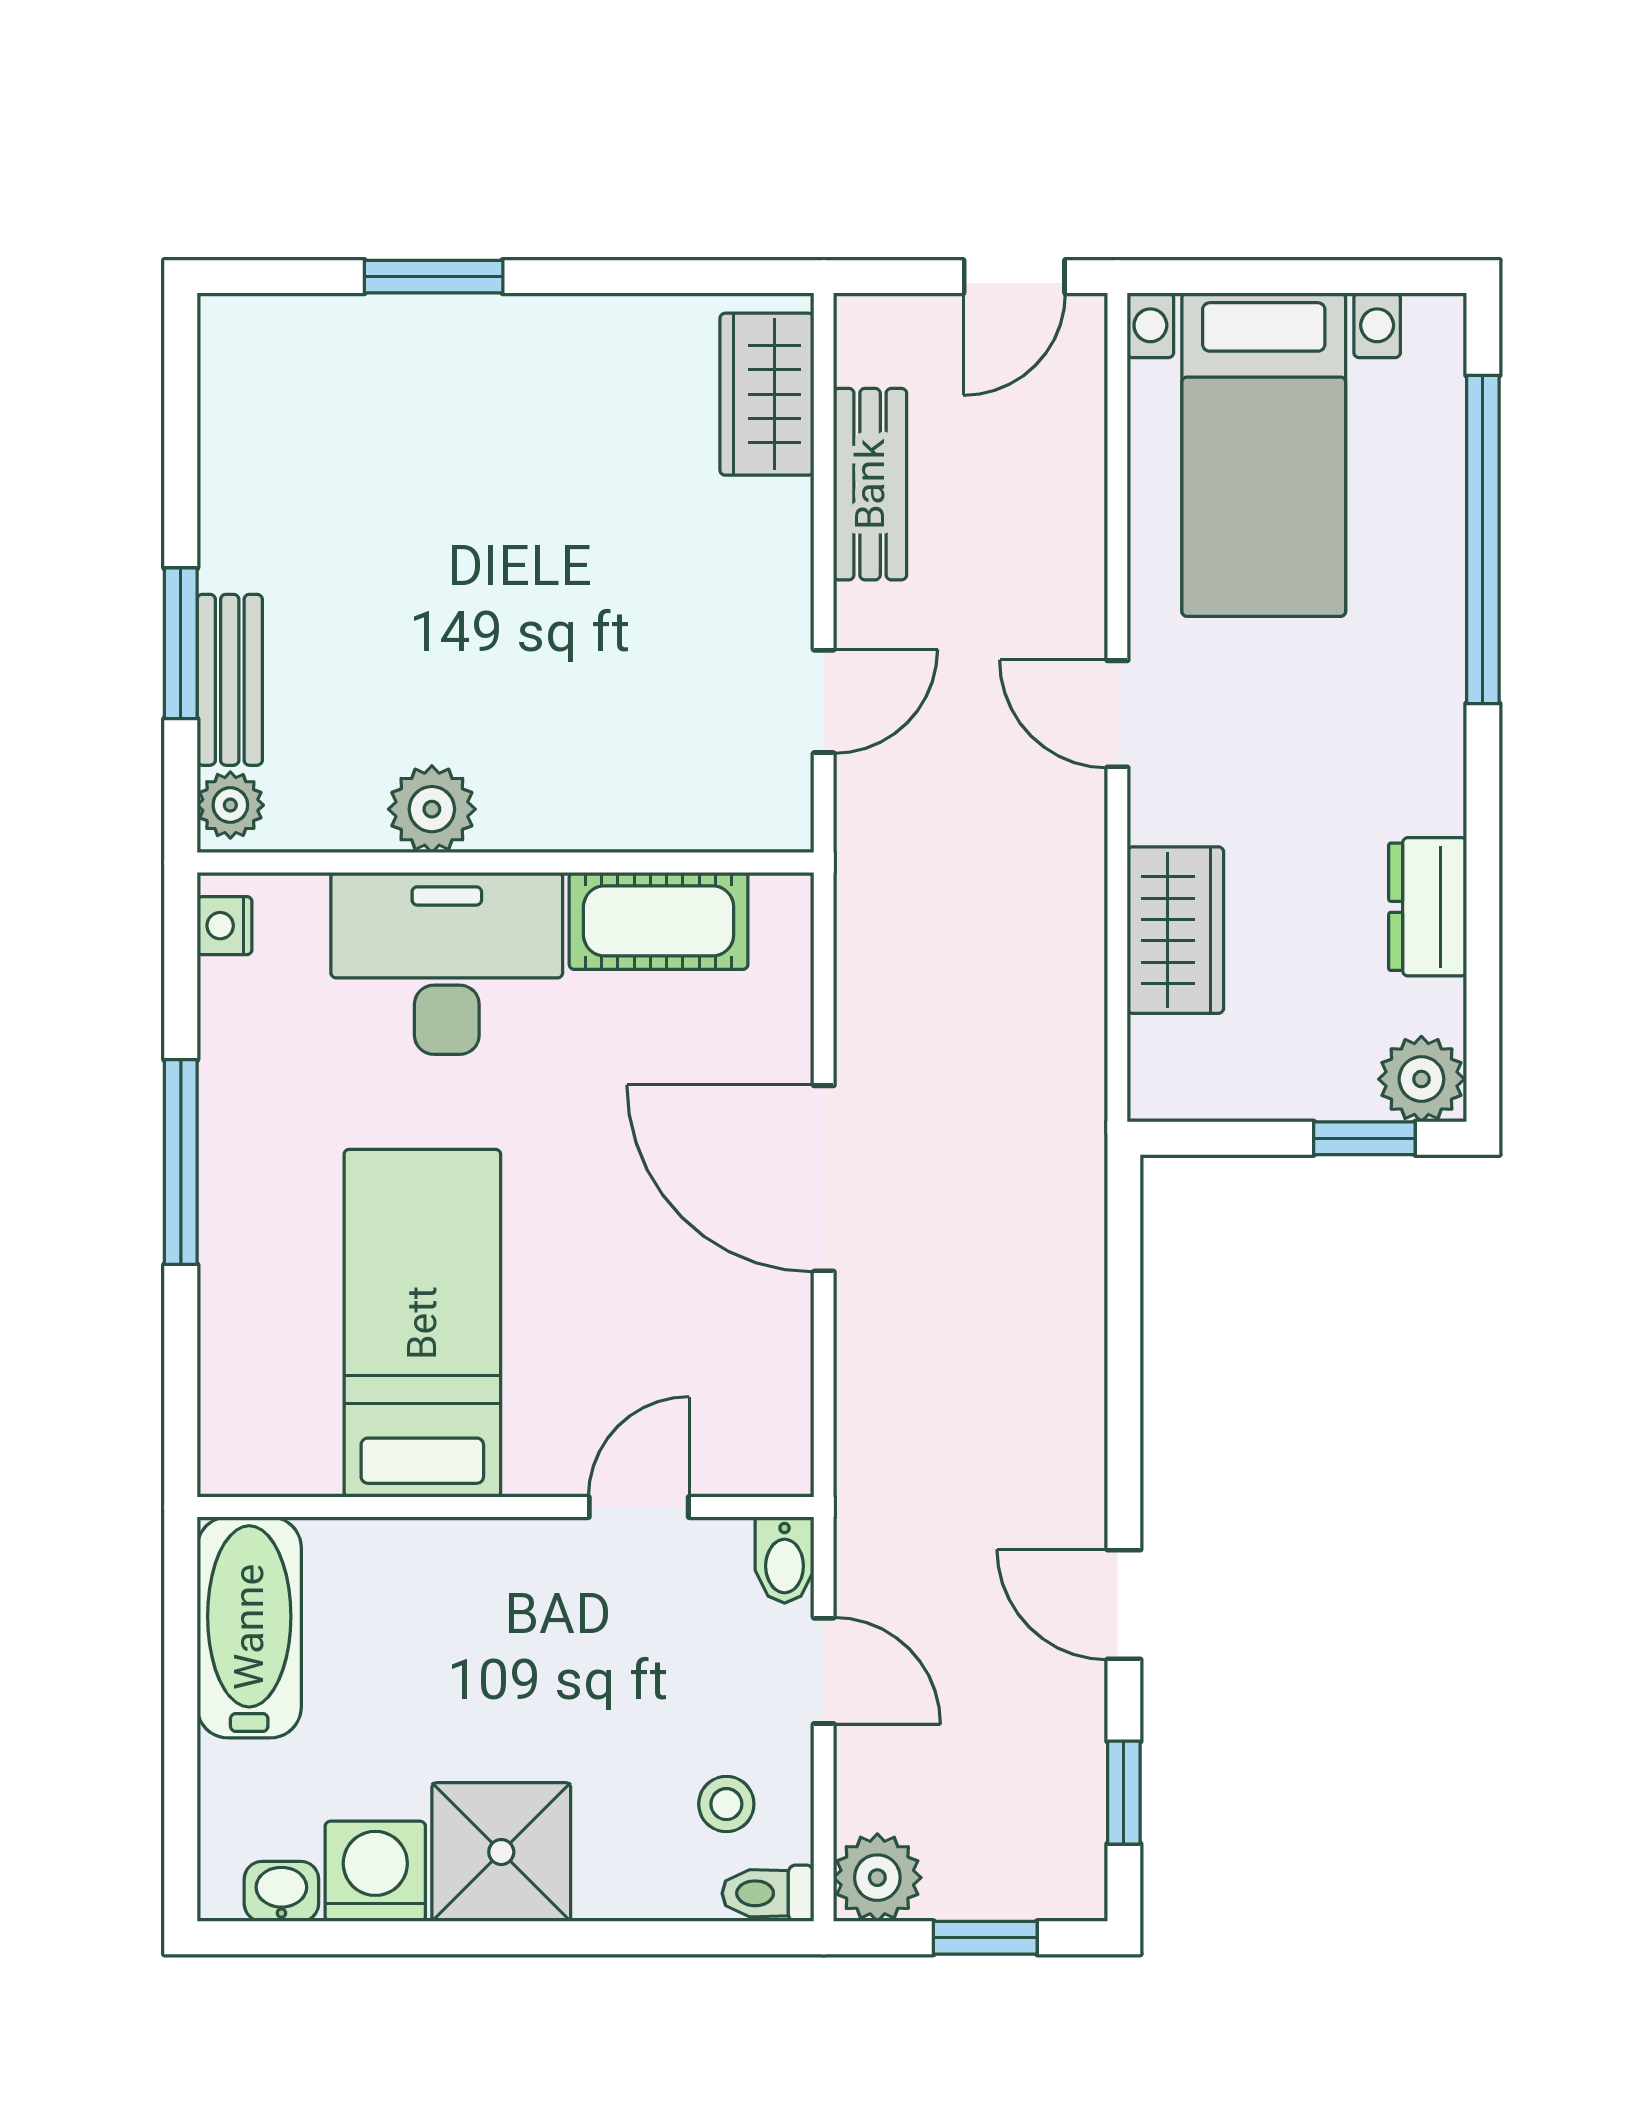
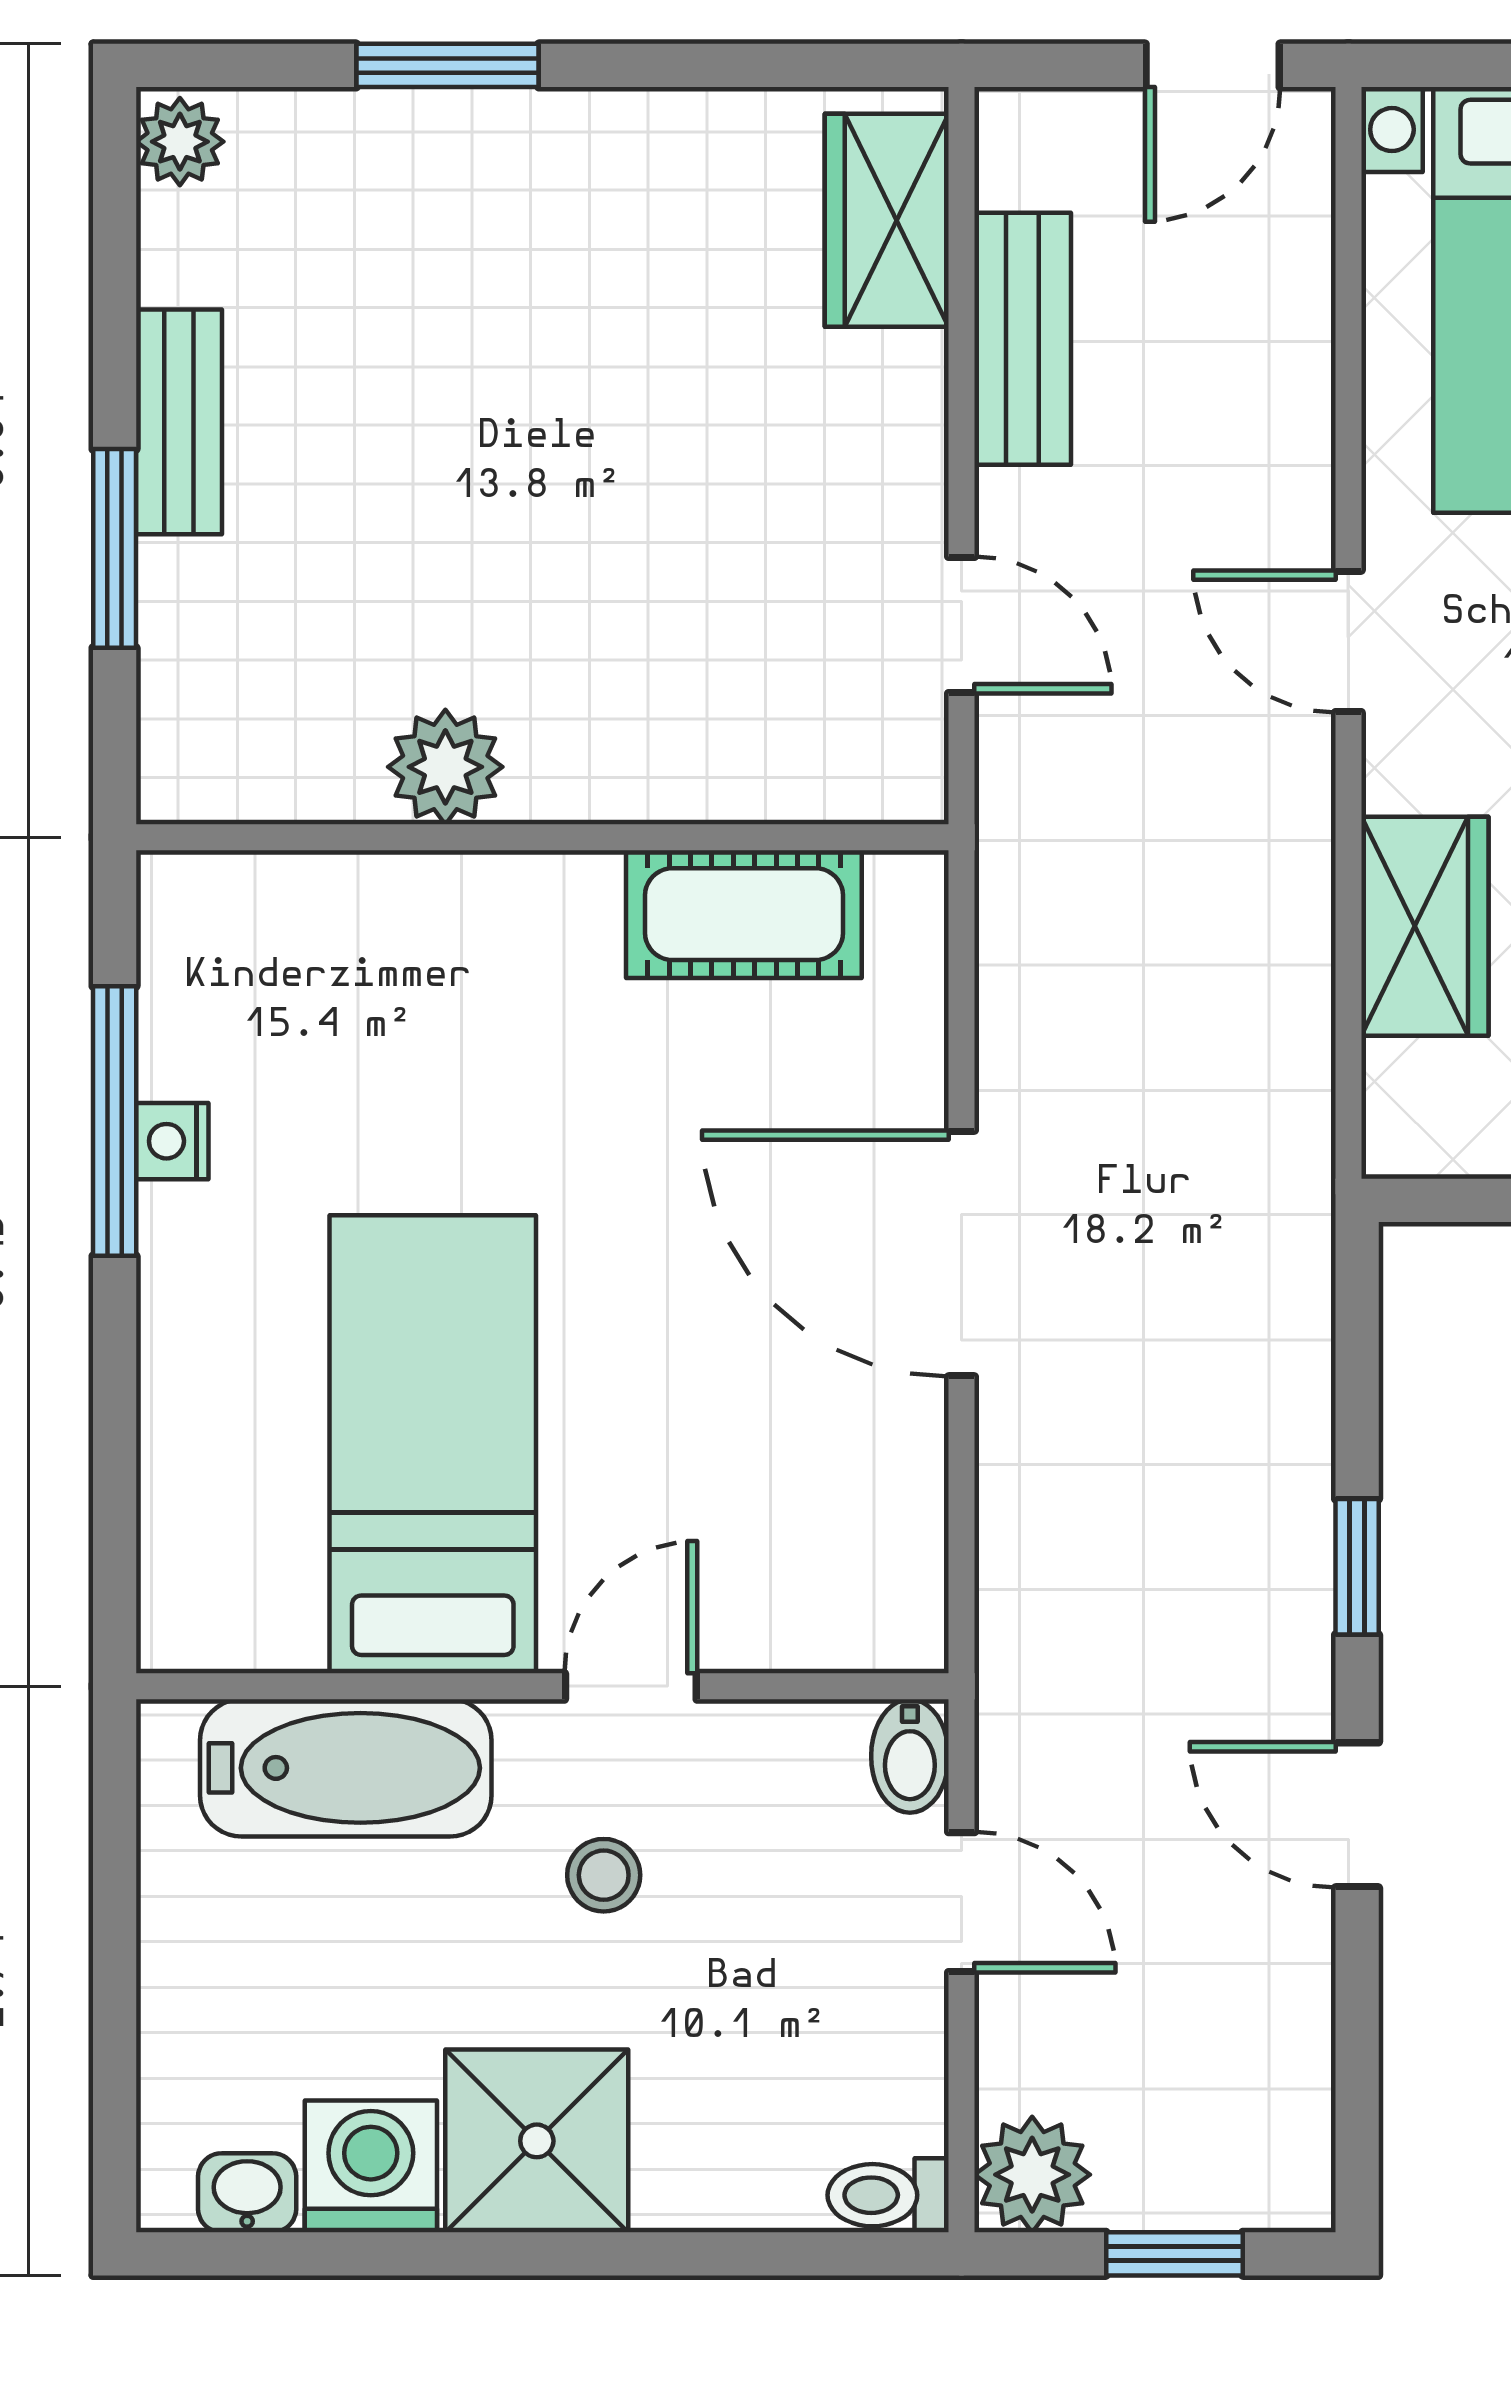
bench: (230, 680) -> (179, 422), moved
door: (824, 701) -> (961, 625), hinge flipped
plant: (230, 805) -> (180, 142), moved
nightstand: (225, 926) -> (172, 1141), moved
desk: (447, 963) -> (465, 970), removed
window: (181, 1162) -> (115, 1121), moved
door: (639, 1507) -> (631, 1686), moved
bathtub: (249, 1627) -> (346, 1768), moved, turned 90
window: (1124, 1793) -> (1357, 1567), moved
stool: (726, 1804) -> (604, 1875), moved

